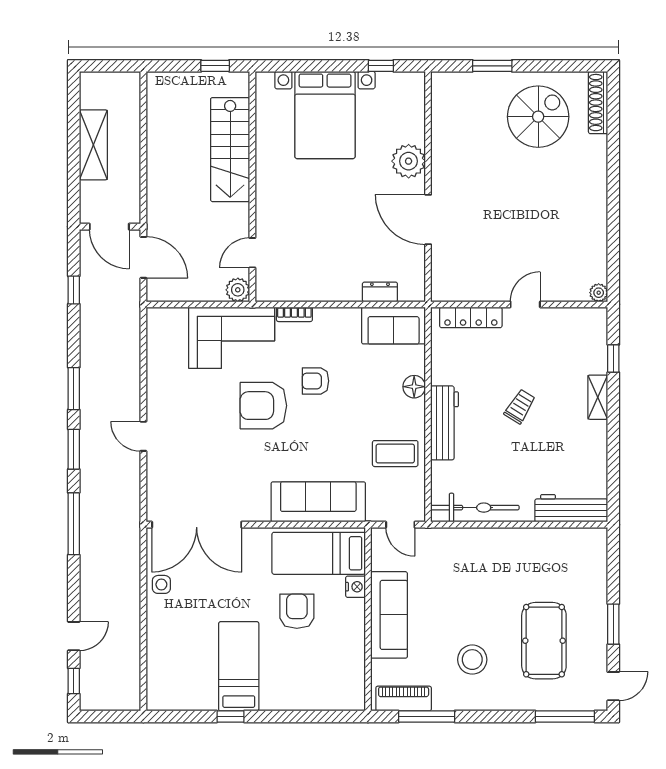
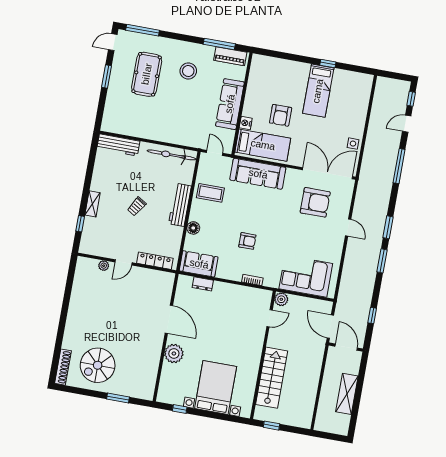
plant: (599, 293) -> (104, 266), moved
corner sofa: (232, 338) -> (306, 276), moved
armchair: (263, 406) -> (315, 202), moved
window: (74, 524) -> (399, 166), moved

